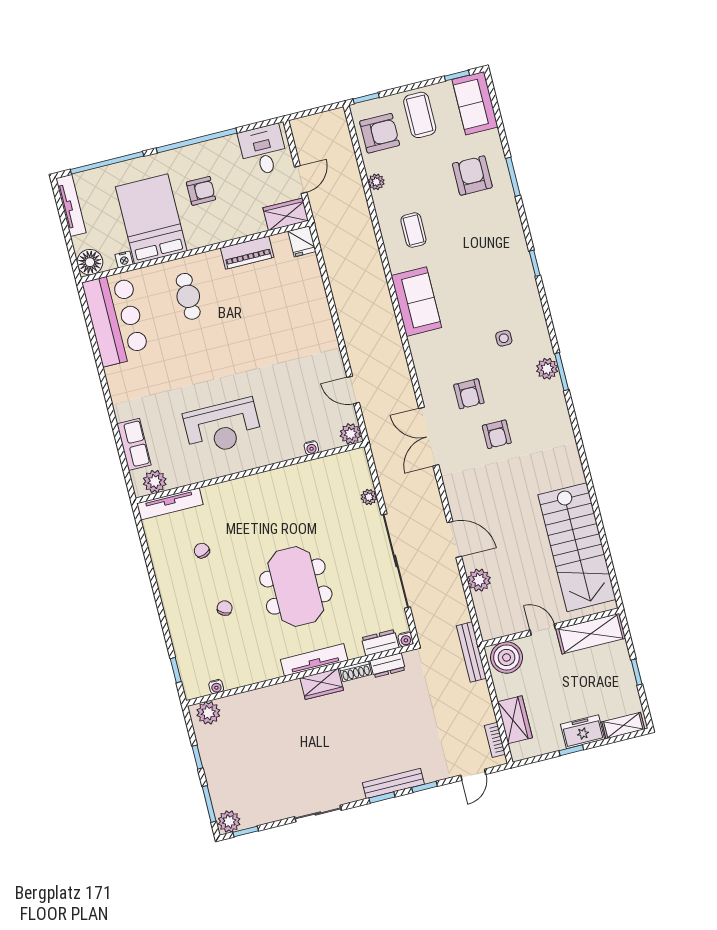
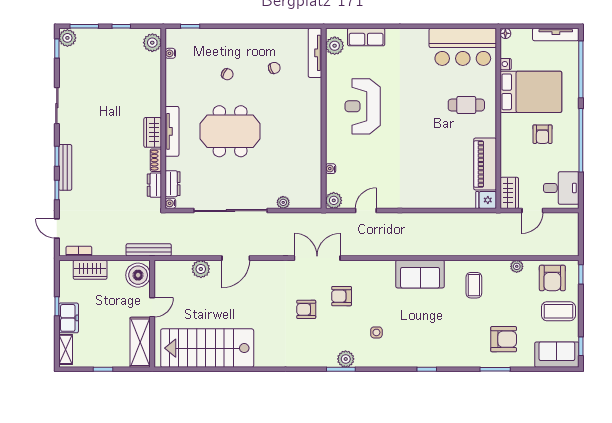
door: (301, 180) -> (532, 211), hinge flipped
coffee table: (413, 230) -> (474, 285), turned 90
piano: (247, 253) -> (485, 164), width x1.37, depth x1.33
floor lamp: (90, 262) -> (505, 33), width x0.53, depth x0.53

